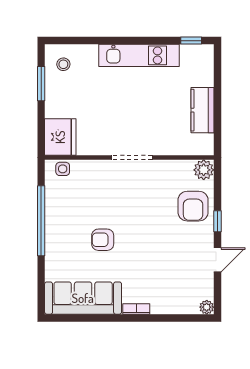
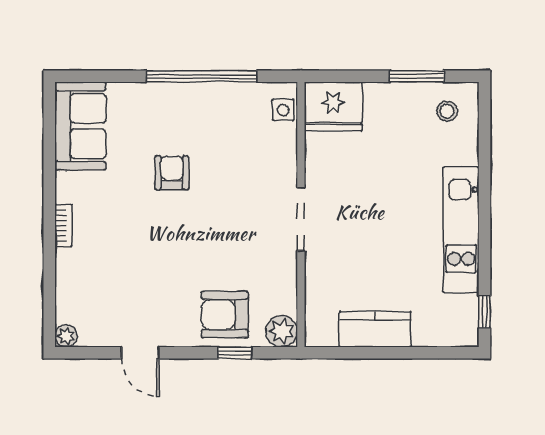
window: (217, 221) -> (235, 353), moved
sofa: (83, 298) -> (80, 126), width x0.73

